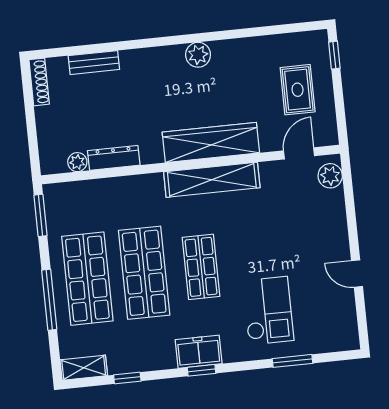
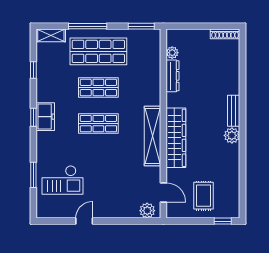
bench: (94, 63) -> (234, 111), moved
rug: (298, 90) -> (203, 196), turned 90
shop shelf: (144, 273) -> (98, 87), width x0.70, depth x0.74
checkout: (268, 311) -> (63, 180), moved
shelving: (84, 368) -> (51, 35), moved, turned 90

